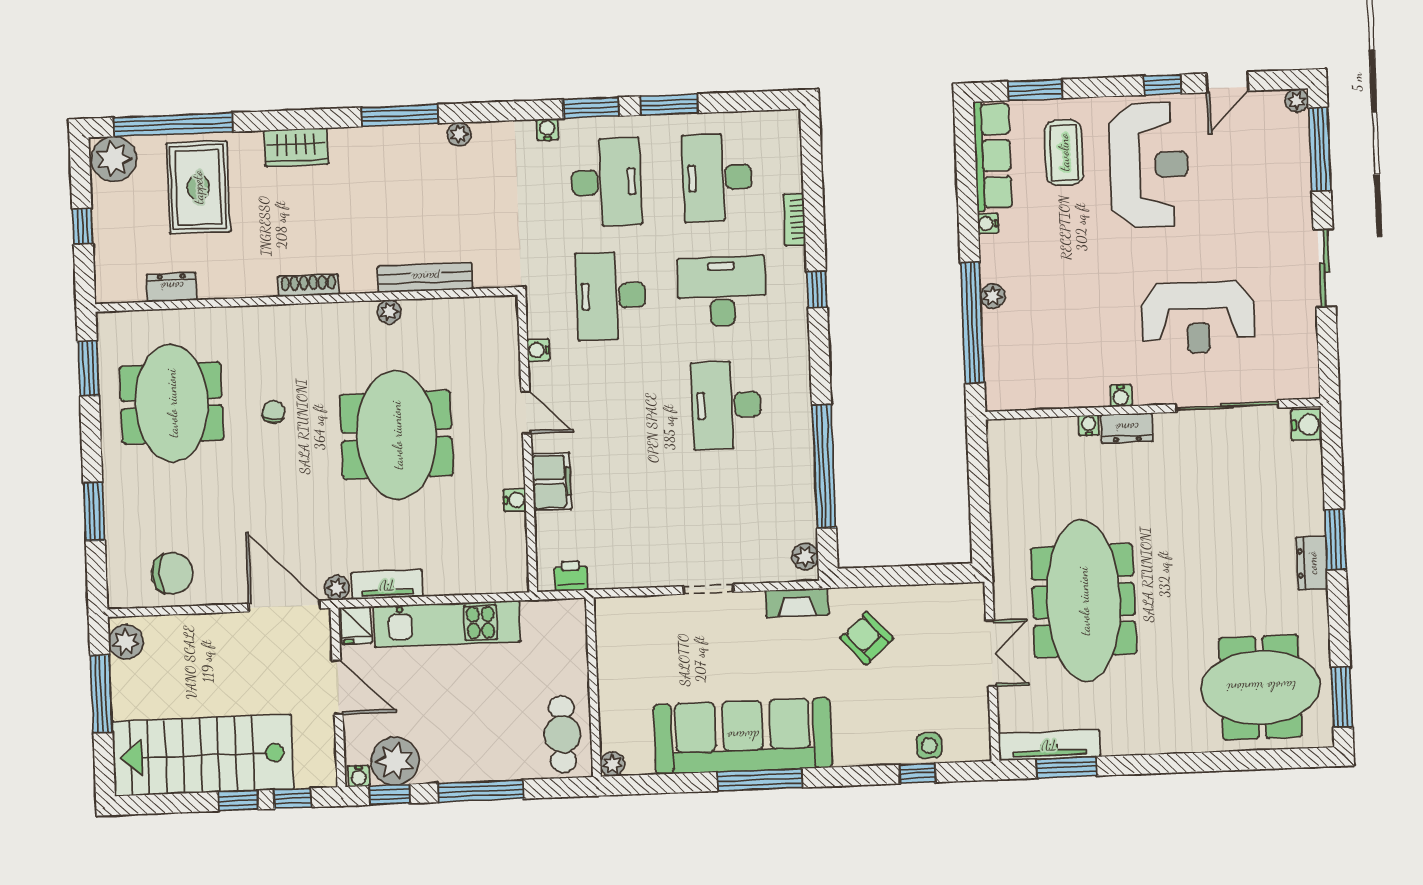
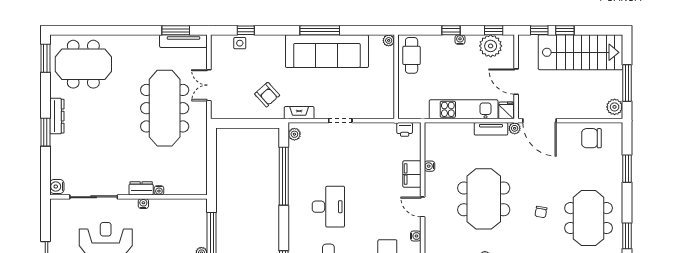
dresser: (1312, 563) -> (57, 116), width x1.44
water cooler: (359, 776) -> (460, 40), moved
window: (481, 791) -> (451, 30), width x0.46

